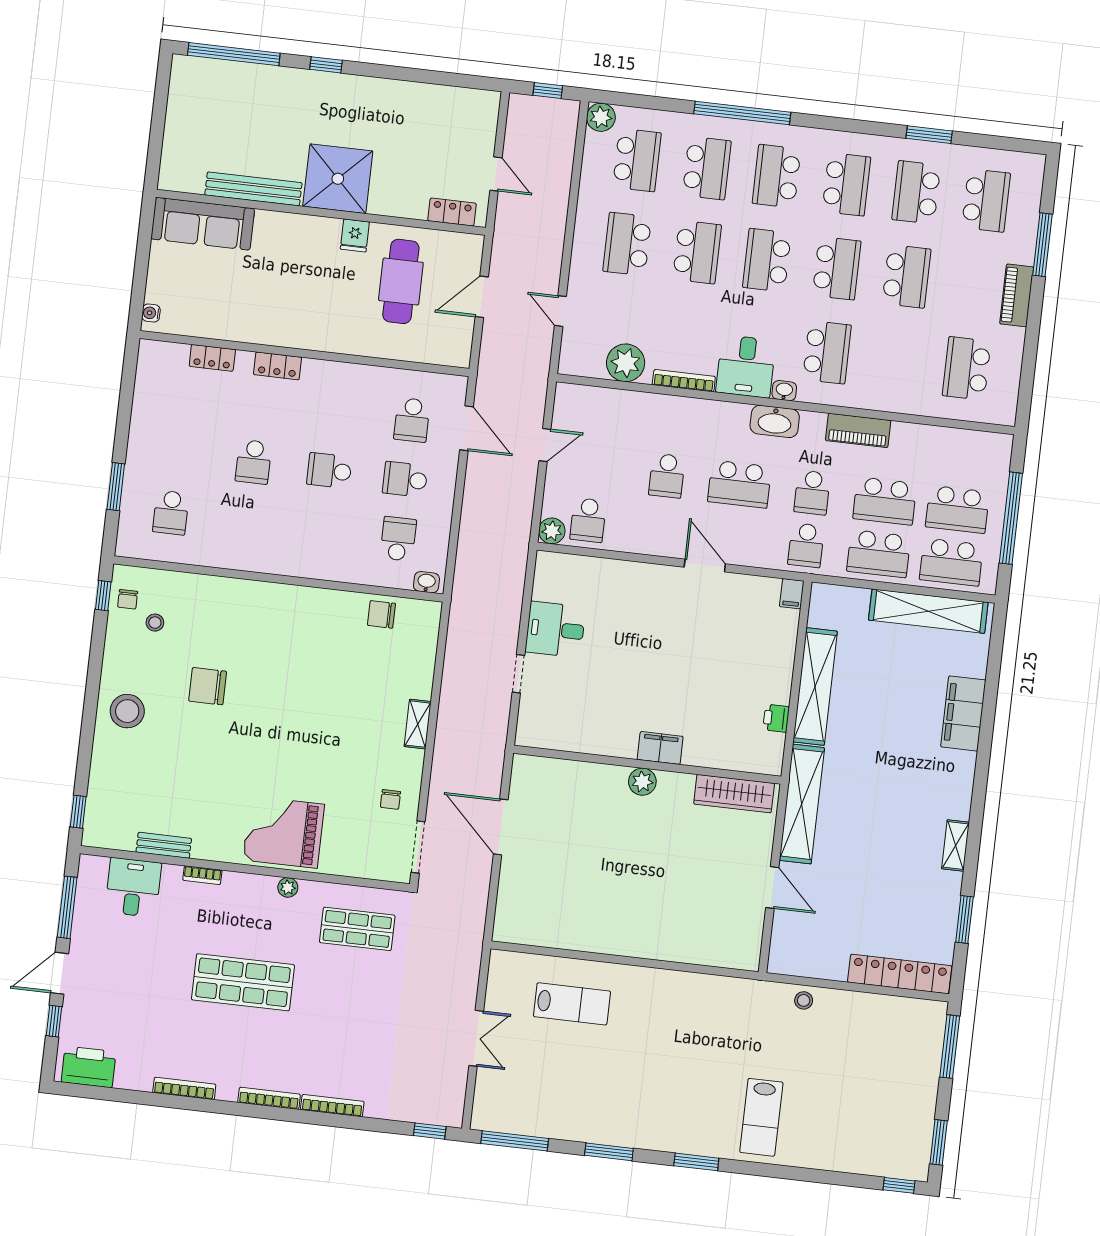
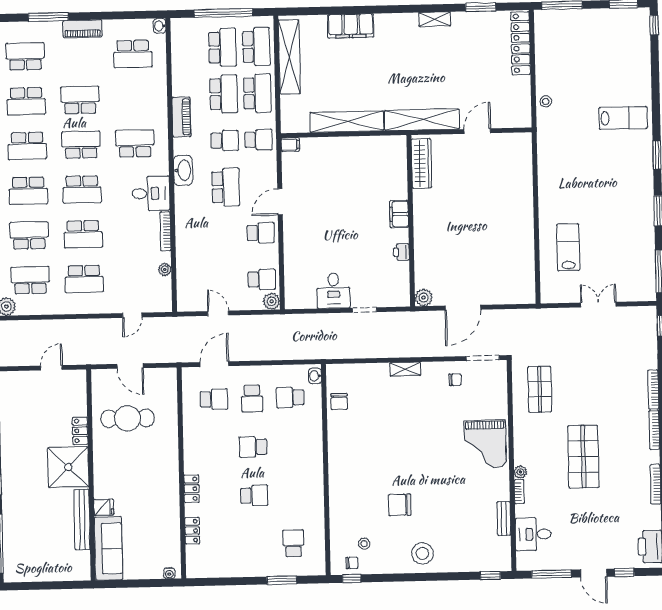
school desk: (846, 184) -> (27, 146), turned 180
locker: (452, 212) -> (80, 431), moved
fridge: (355, 235) -> (104, 507), moved
school desk: (697, 252) -> (83, 234), turned 180
plant: (626, 363) -> (165, 269), width x0.53, depth x0.53
washbasin: (784, 391) -> (160, 26), moved
school desk: (329, 471) -> (253, 447), turned 90
school desk: (667, 476) -> (261, 233), moved
school desk: (171, 513) -> (293, 543), turned -90
chair: (208, 686) -> (400, 505), turned 90
printer: (776, 718) -> (401, 252), moved, turned 90
plant: (642, 782) -> (424, 297), moved
plant: (288, 887) -> (520, 472), moved

